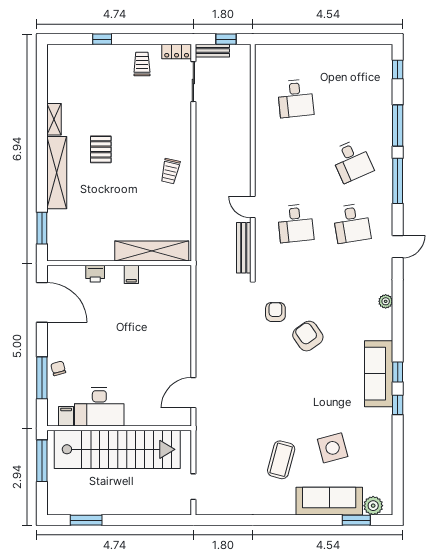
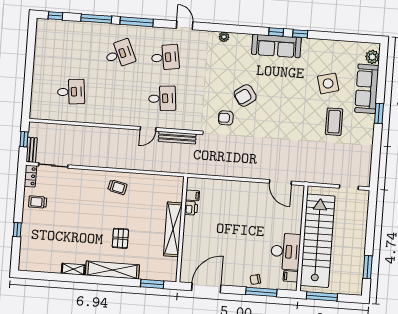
pallet: (101, 149) -> (120, 238), moved, turned 90
shelving: (152, 251) -> (173, 229), moved
printer: (95, 274) -> (191, 208), moved
filing cabinet: (131, 274) -> (192, 195), moved
coffee table: (281, 460) -> (334, 122), turned 75
window: (356, 520) -> (379, 113), moved

